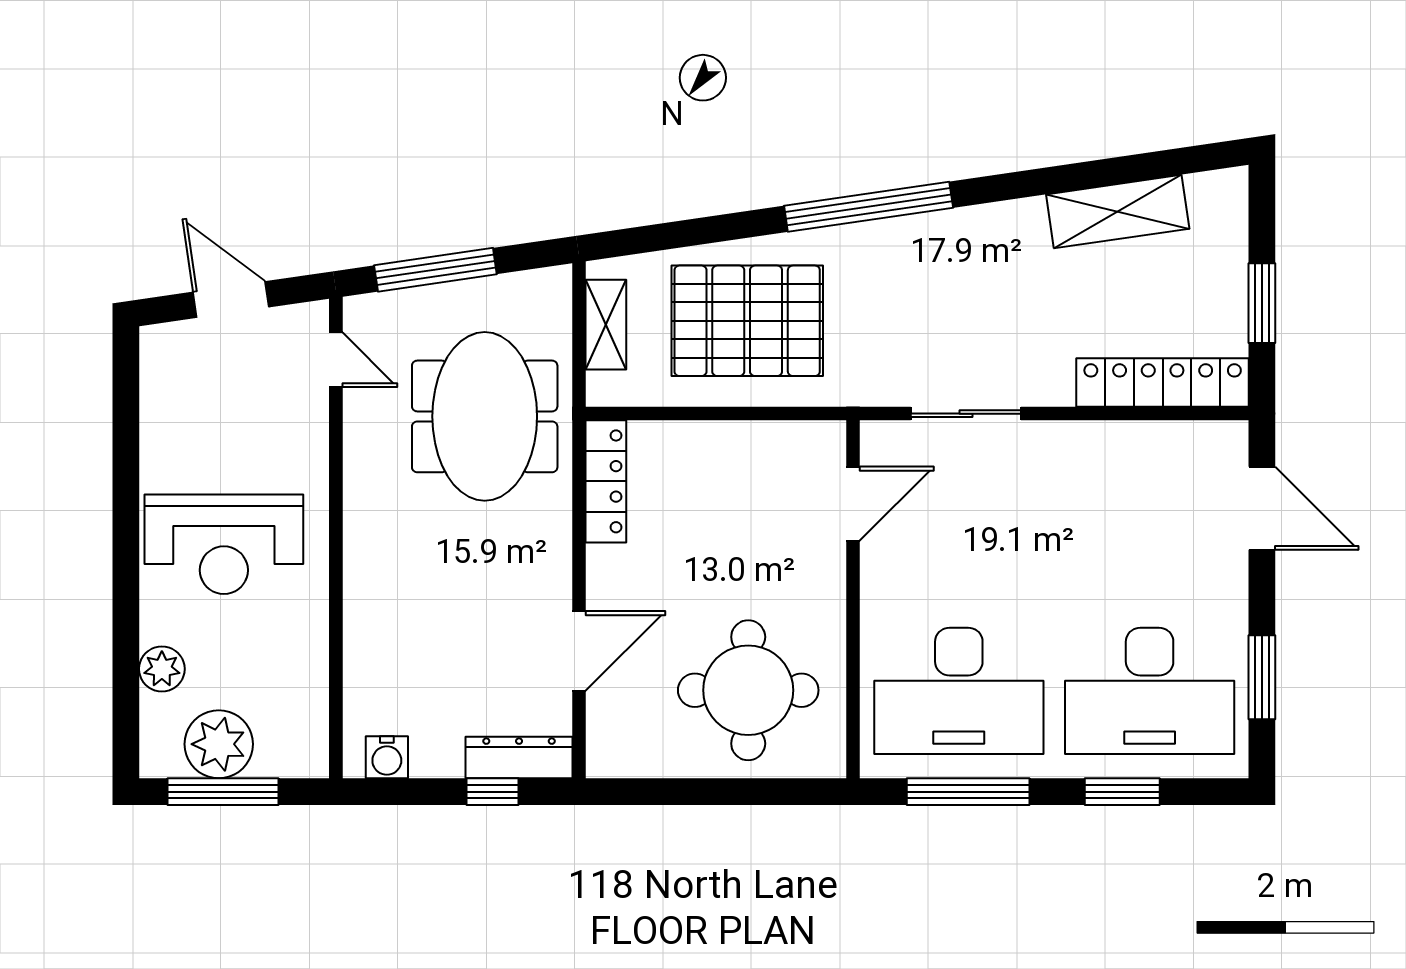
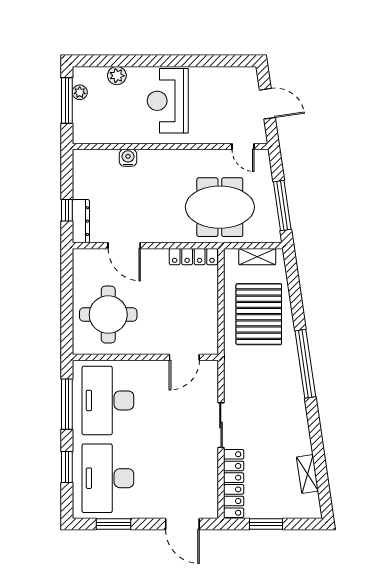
shelving: (1118, 212) -> (307, 474), width x0.67, depth x0.75
window: (435, 270) -> (282, 206), moved
door: (231, 300) -> (267, 104), hinge flipped
door: (336, 360) -> (243, 146), hinge flipped
sliding door: (966, 414) -> (221, 425), moved
door: (853, 504) -> (184, 357), hinge flipped
door: (1262, 508) -> (182, 524), hinge flipped
plant: (219, 744) -> (80, 92), width x0.53, depth x0.53
water cooler: (387, 757) -> (128, 158), moved, turned 90

